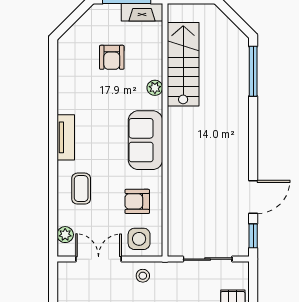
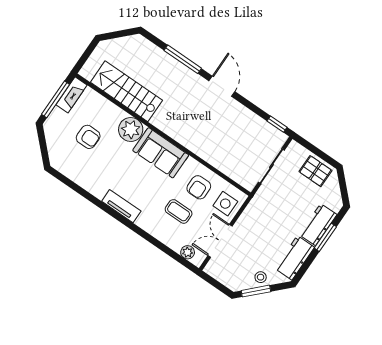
window: (253, 71) -> (183, 59), moved
plant: (155, 88) -> (131, 130), width x1.87, depth x1.87
coffee table: (81, 189) -> (179, 211), moved
door: (253, 197) -> (222, 86), moved
stool: (143, 276) -> (252, 218), removed

